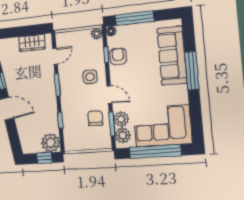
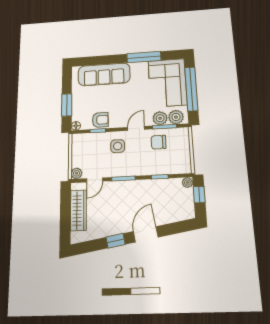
window: (135, 18) -> (67, 105), width x0.69
plant: (97, 34) -> (76, 173), moved
wardrobe: (32, 43) -> (78, 210), width x1.50
door: (55, 56) -> (95, 180), swing flipped
armchair: (118, 56) -> (100, 120), turned 180
window: (192, 70) -> (144, 57), moved
plant: (51, 143) -> (187, 183), width x0.53, depth x0.53

